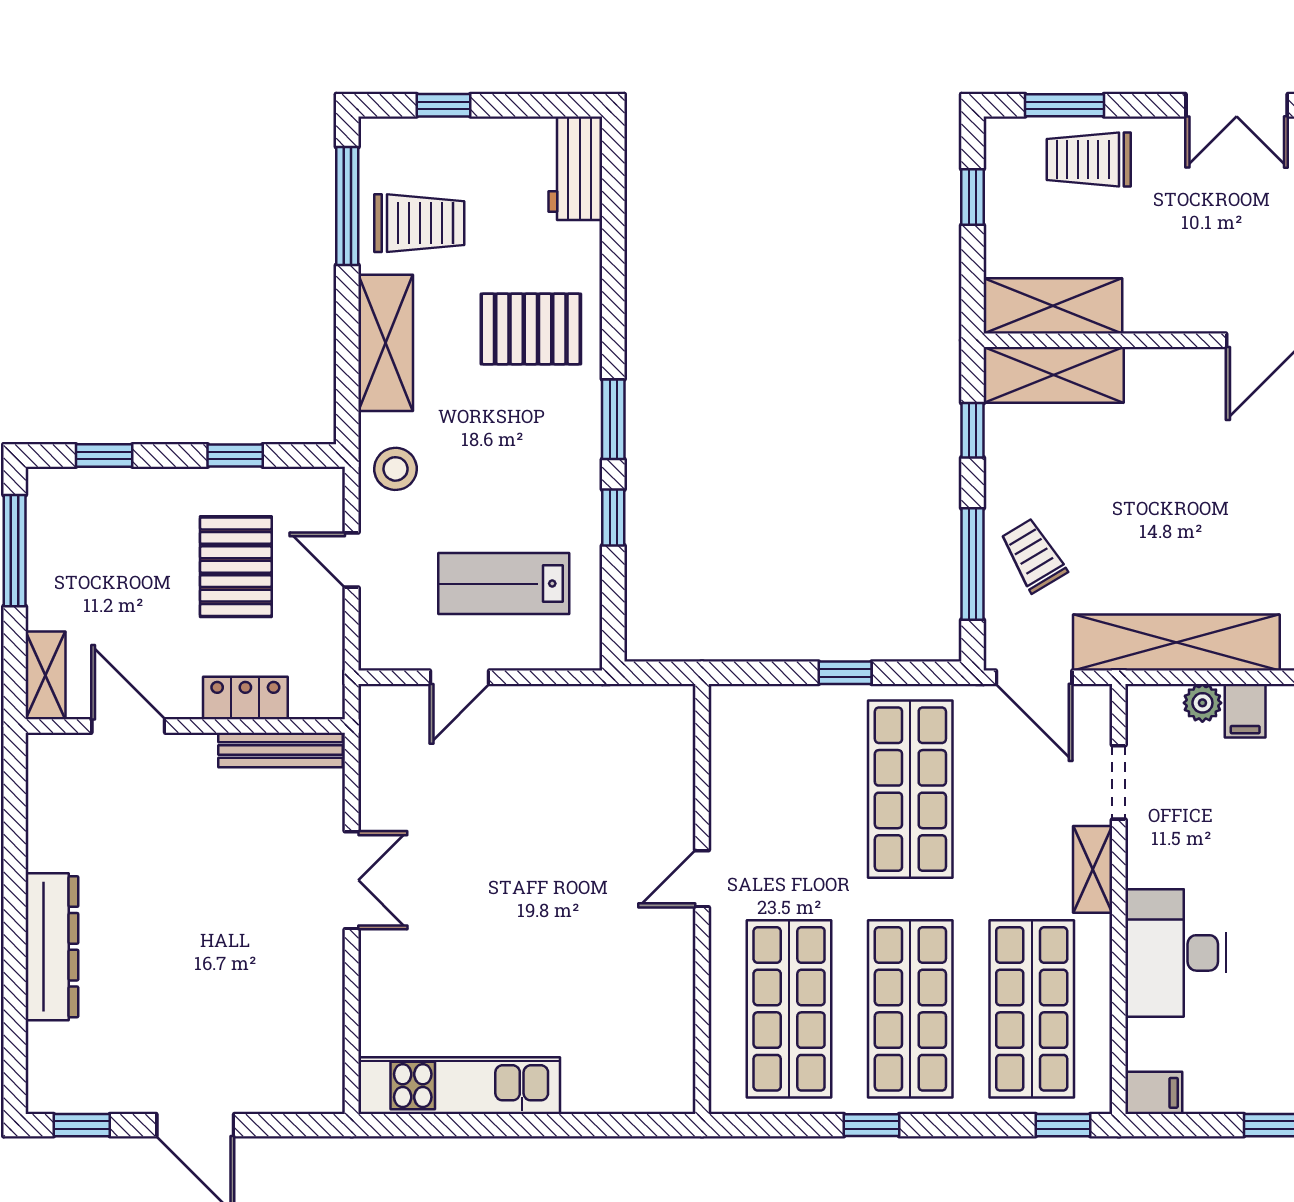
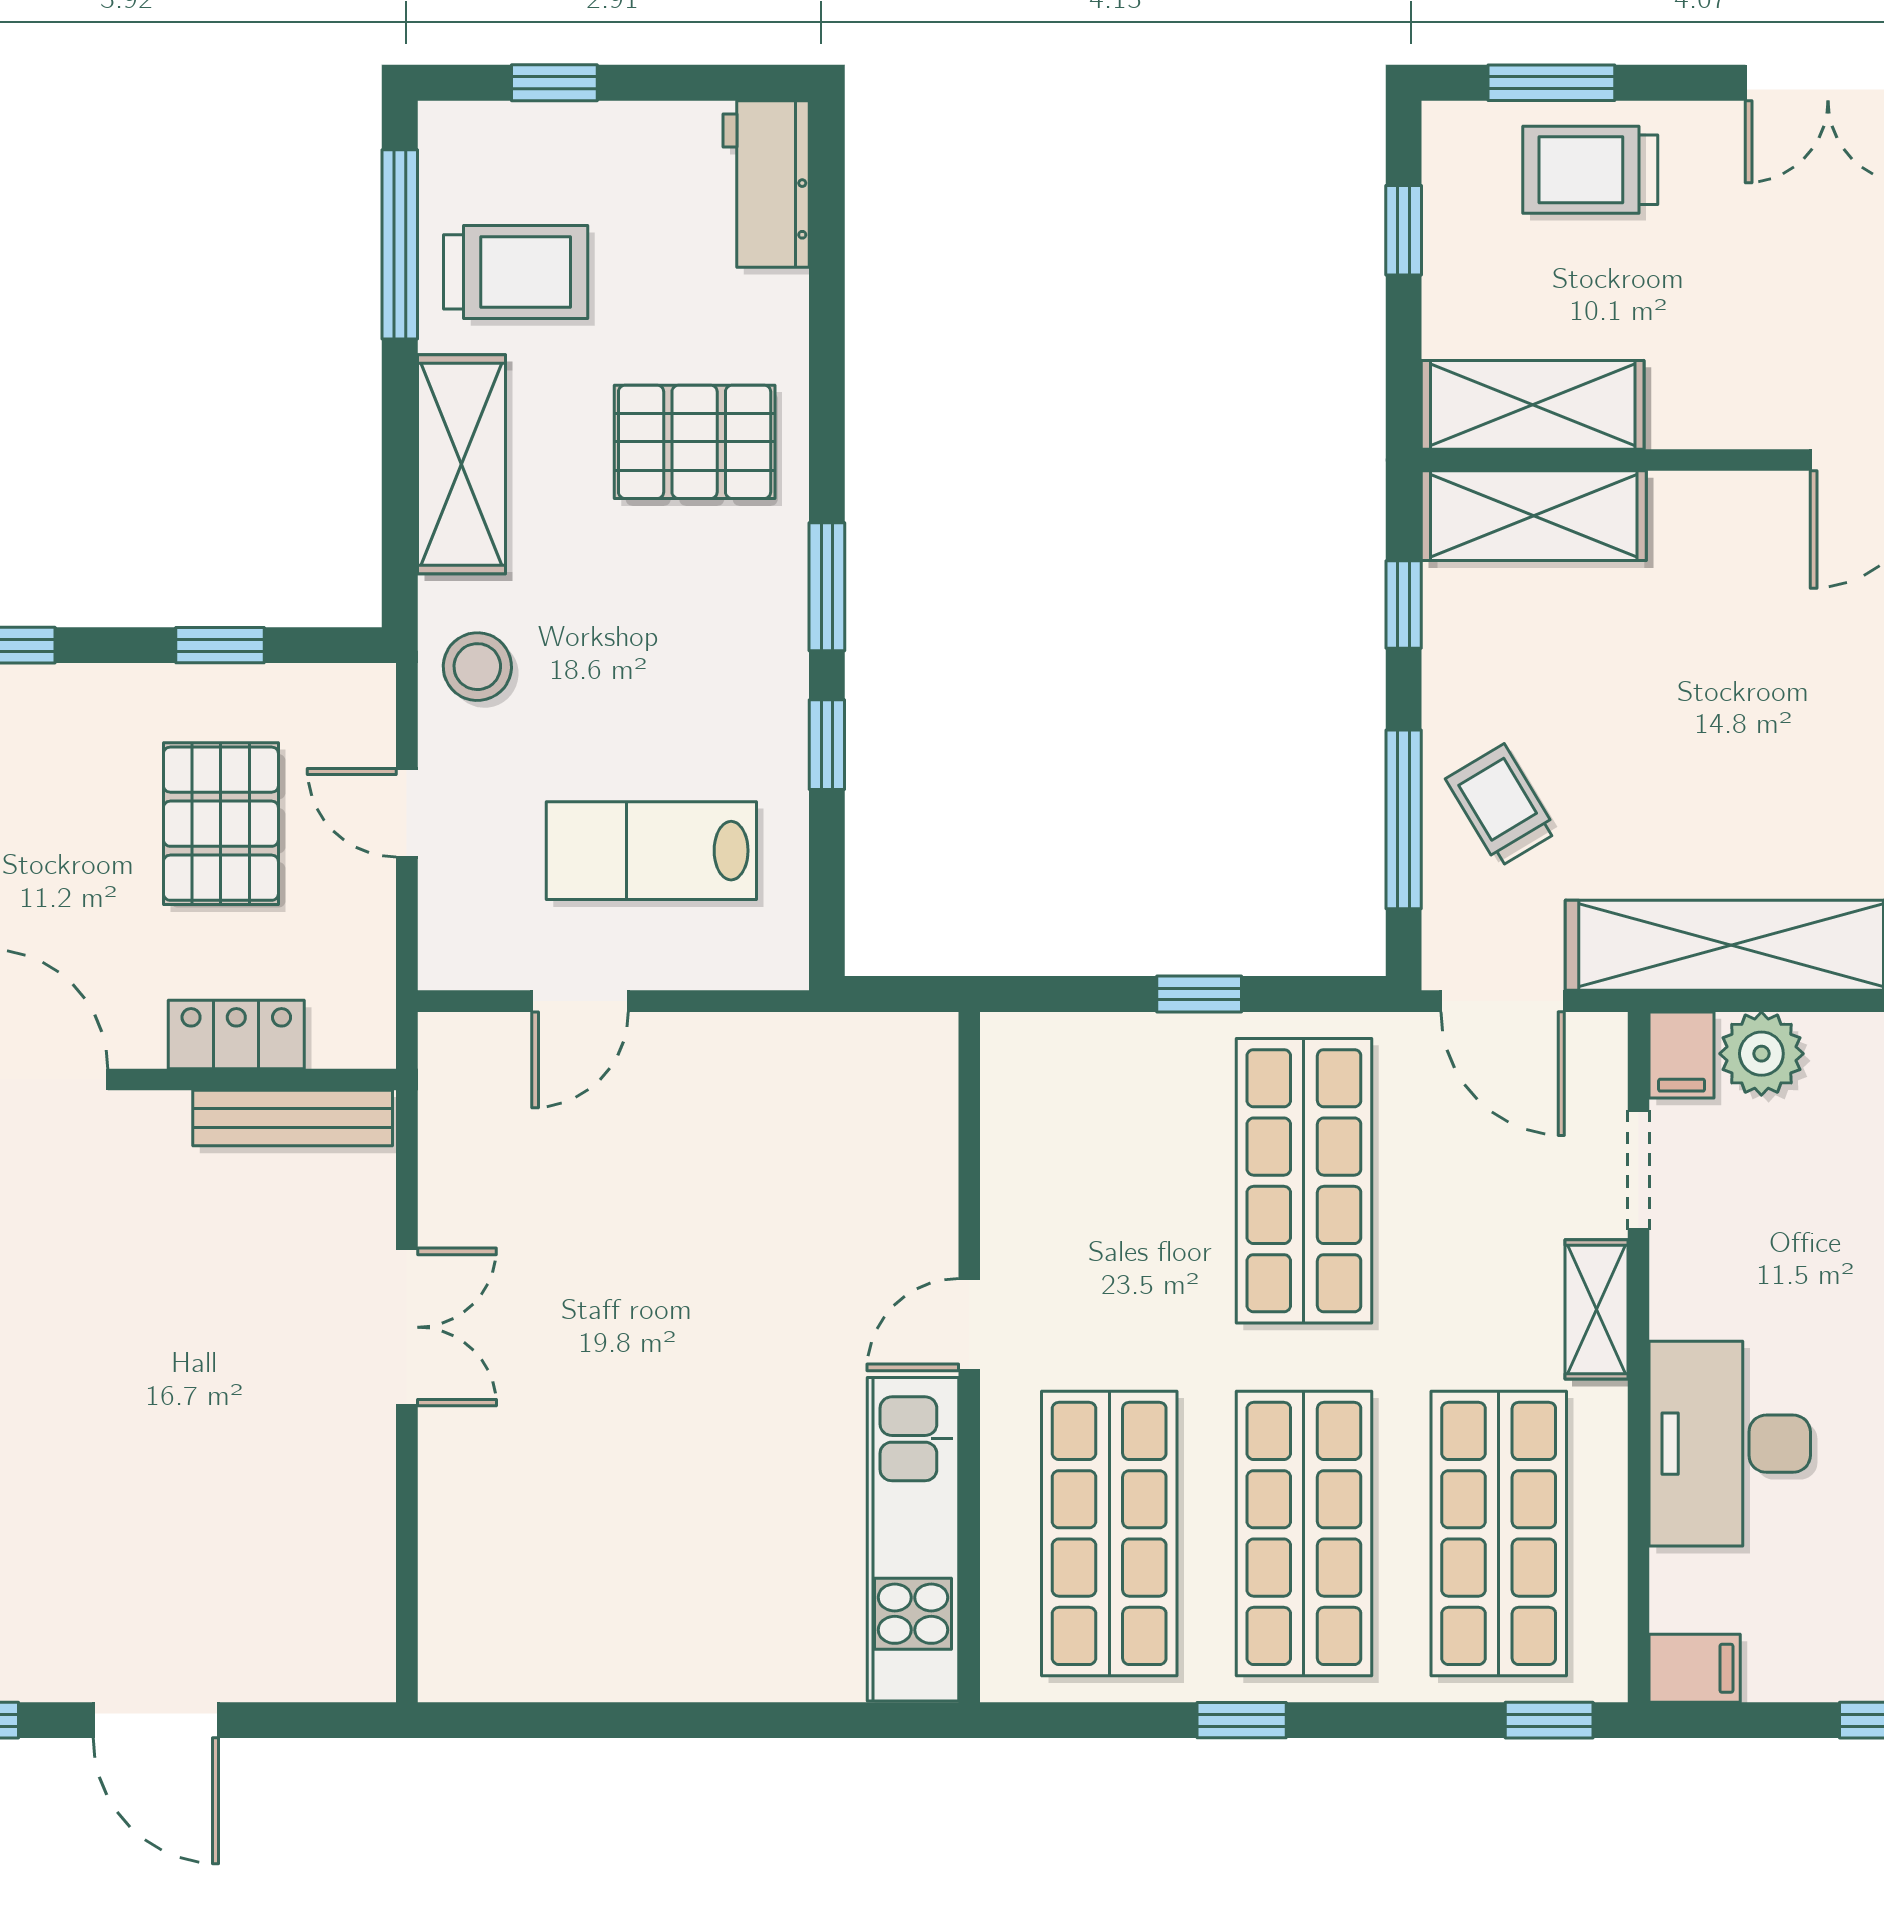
plant: (1202, 703) -> (1761, 1054), width x1.38, depth x1.38
filing cabinet: (1245, 711) -> (1682, 1055), moved
kitchen unit: (459, 1086) -> (913, 1539), moved, turned -90

